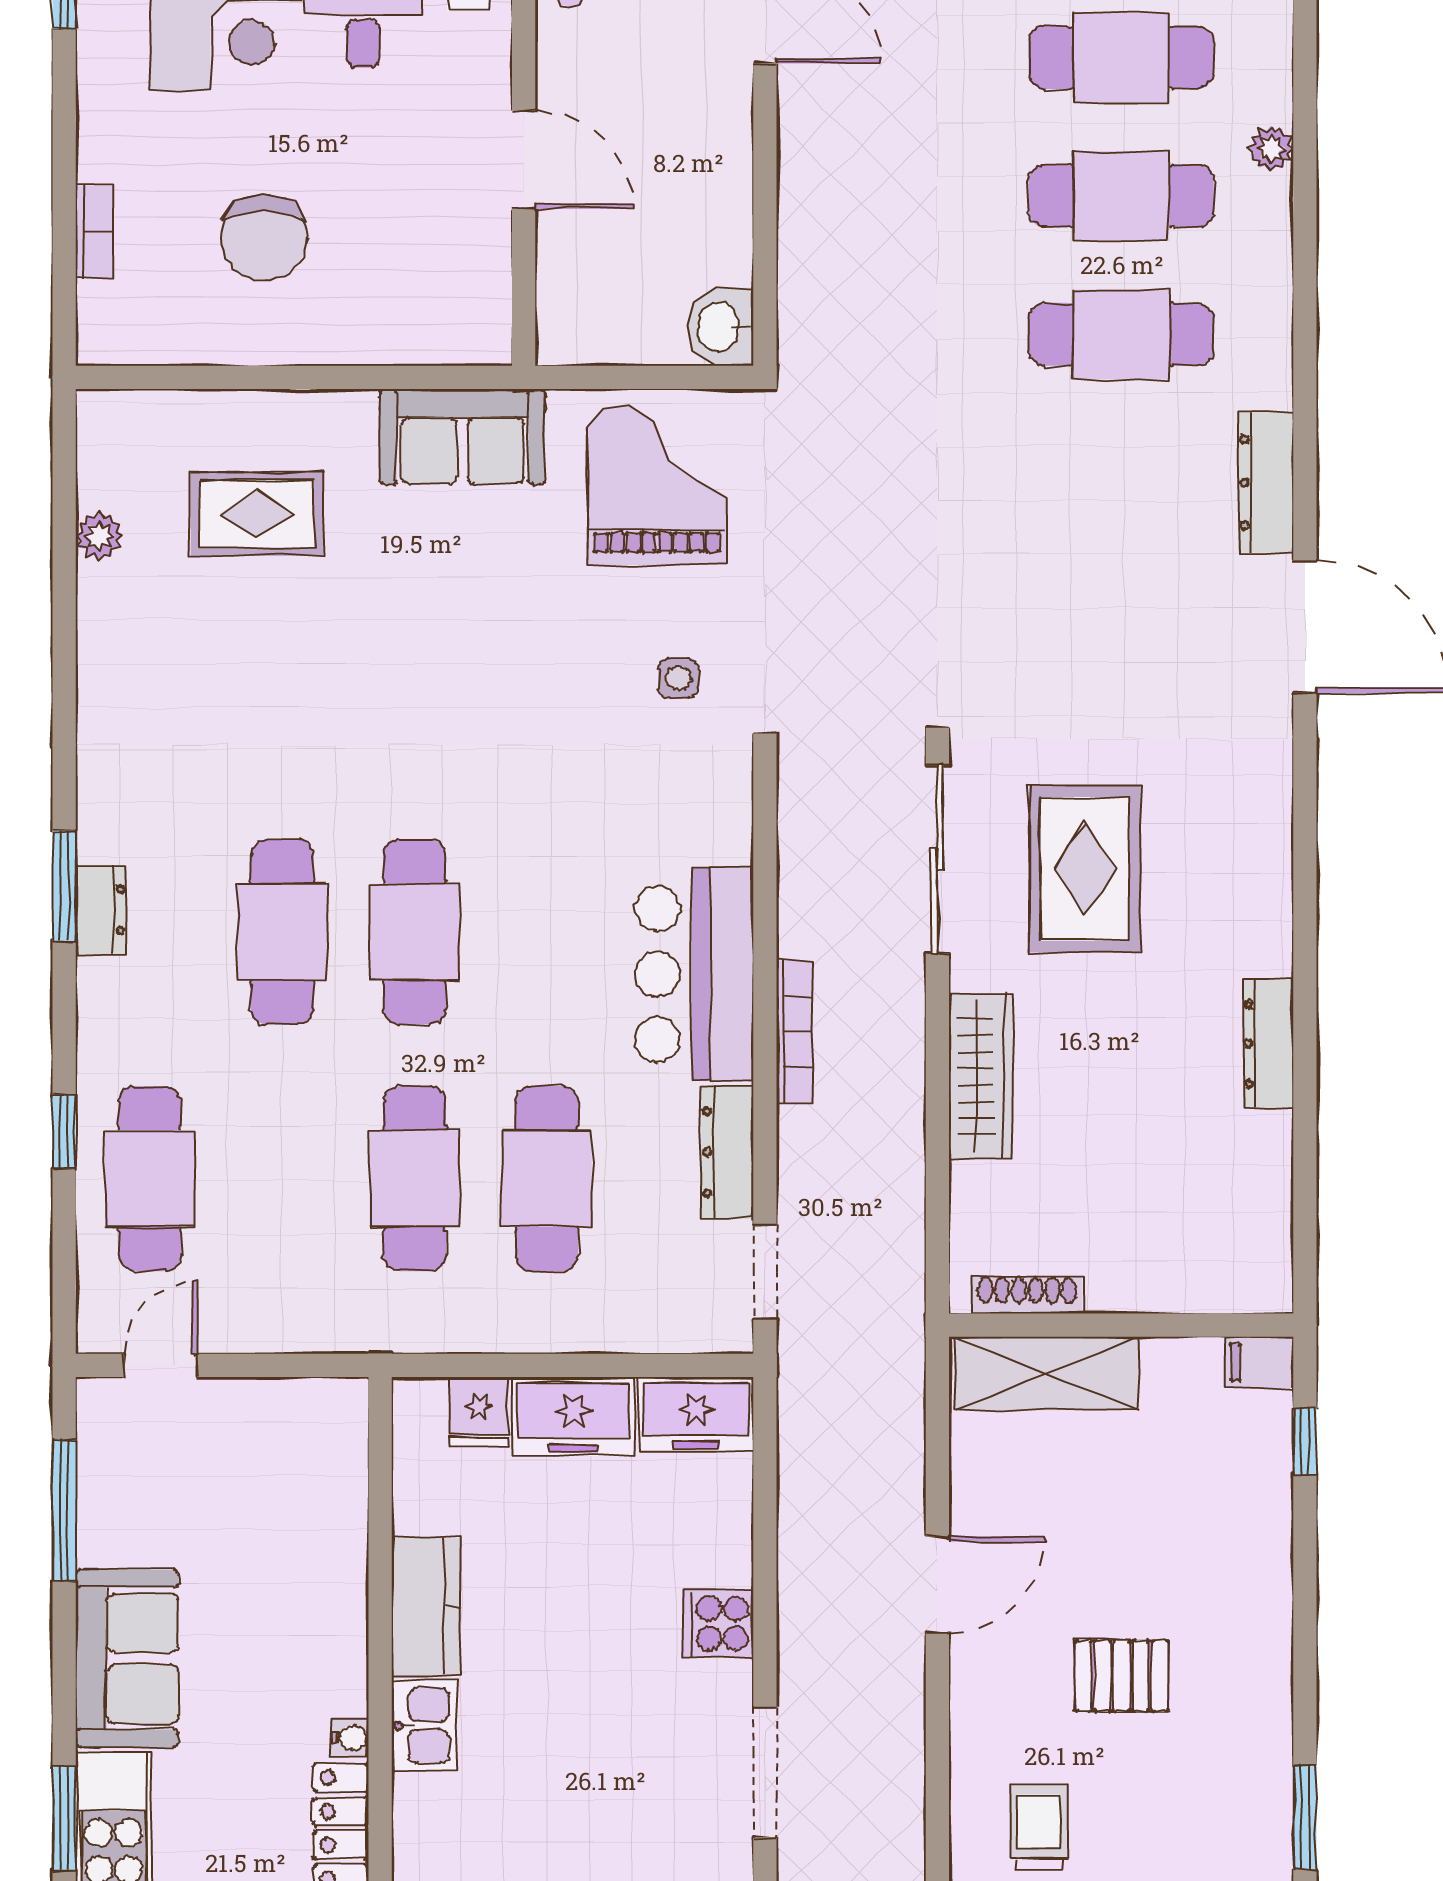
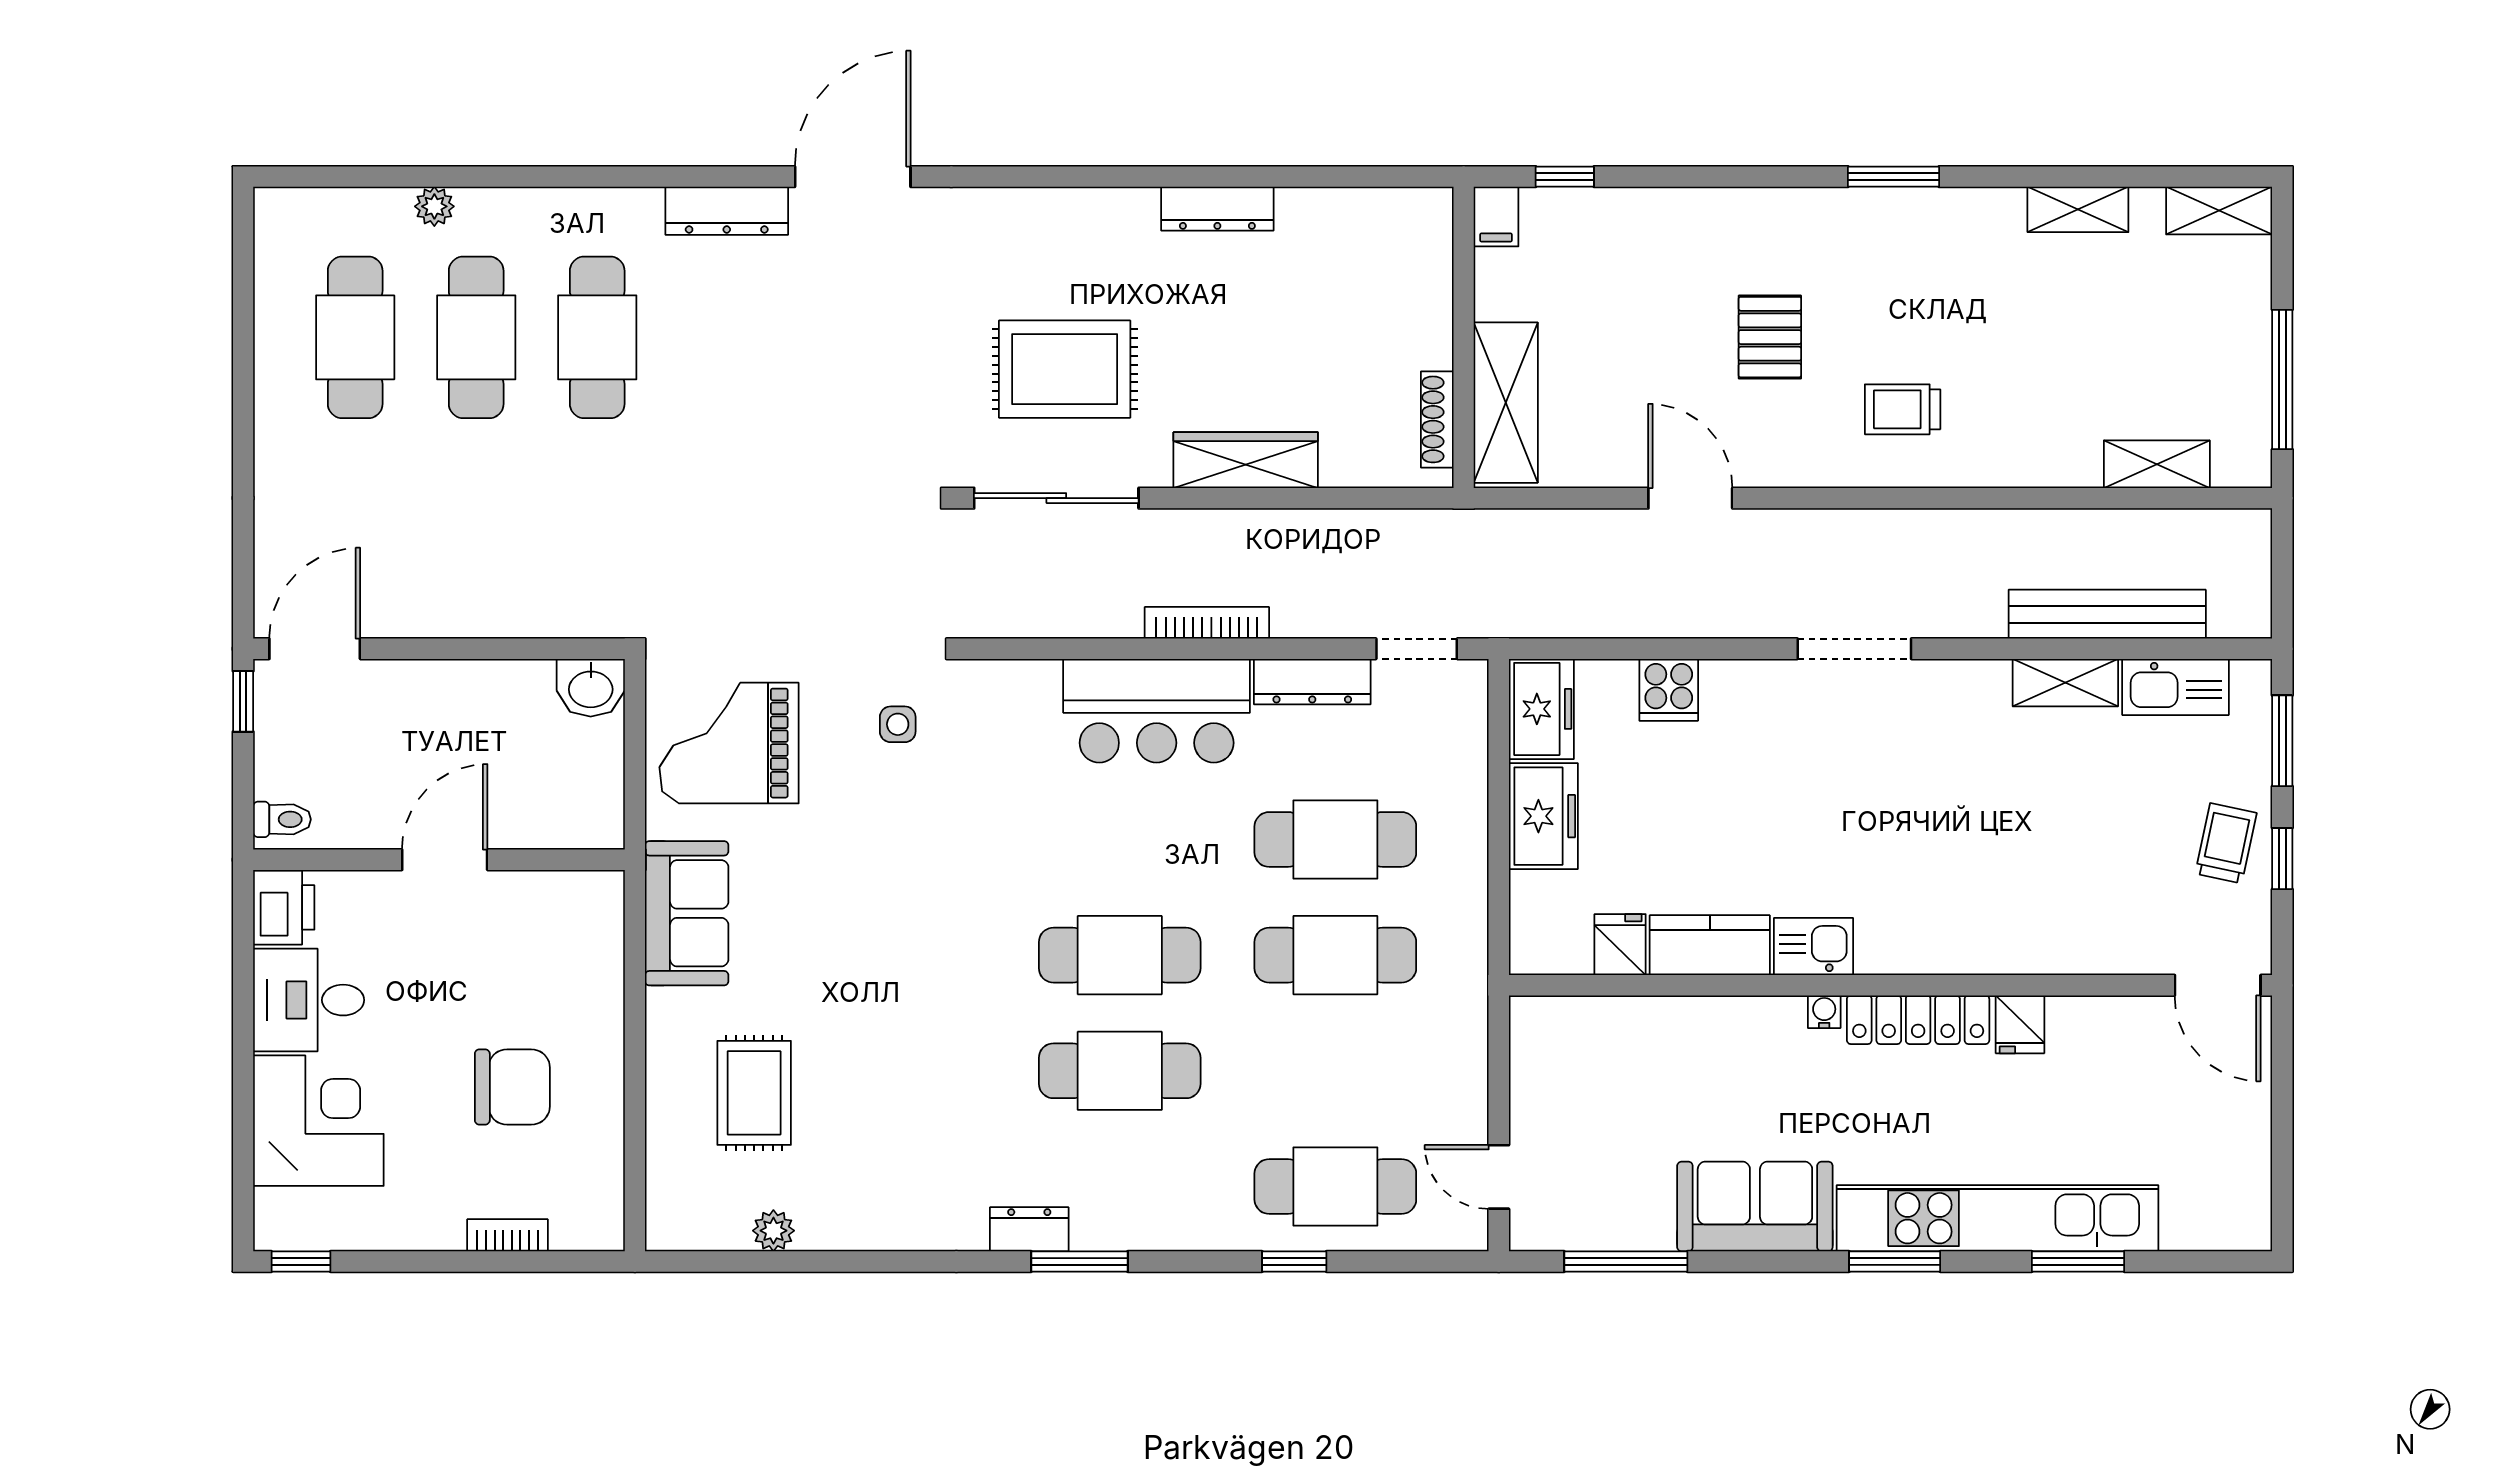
dresser: (101, 910) -> (1029, 1229), moved
fridge: (479, 1412) -> (1620, 945), moved, turned -90
cooker: (718, 1624) -> (1669, 690), moved

